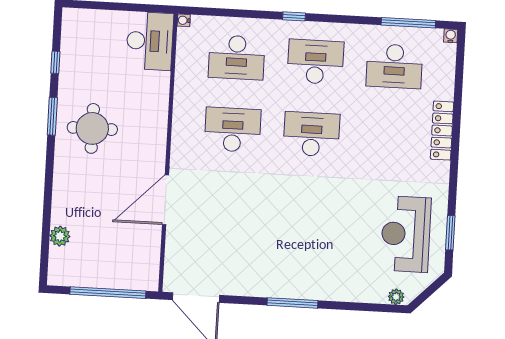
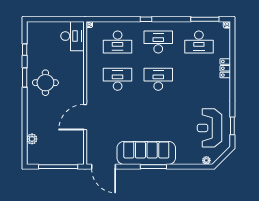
locker: (442, 131) -> (225, 68), width x0.66
sofa: (280, 276) -> (146, 153), added

